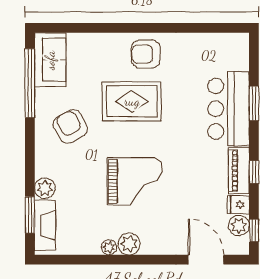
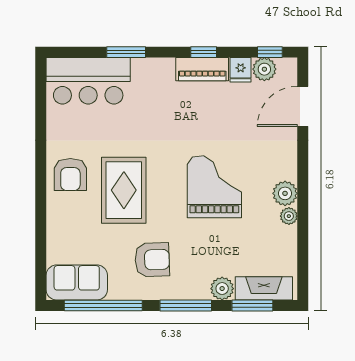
bar counter: (229, 109) -> (88, 81), moved
armchair: (70, 126) -> (152, 260), turned -152
window: (30, 156) -> (186, 305), added

